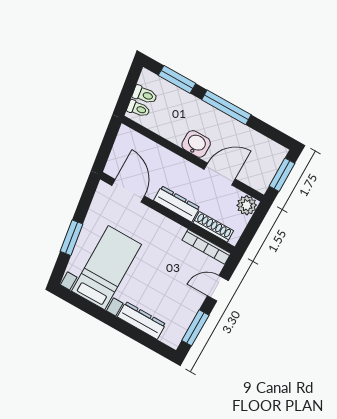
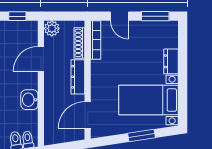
washbasin: (196, 144) -> (29, 100), moved
door: (220, 174) -> (41, 59), hinge flipped
window: (282, 175) -> (17, 16), width x0.67
dresser: (141, 320) -> (171, 61), width x0.70

